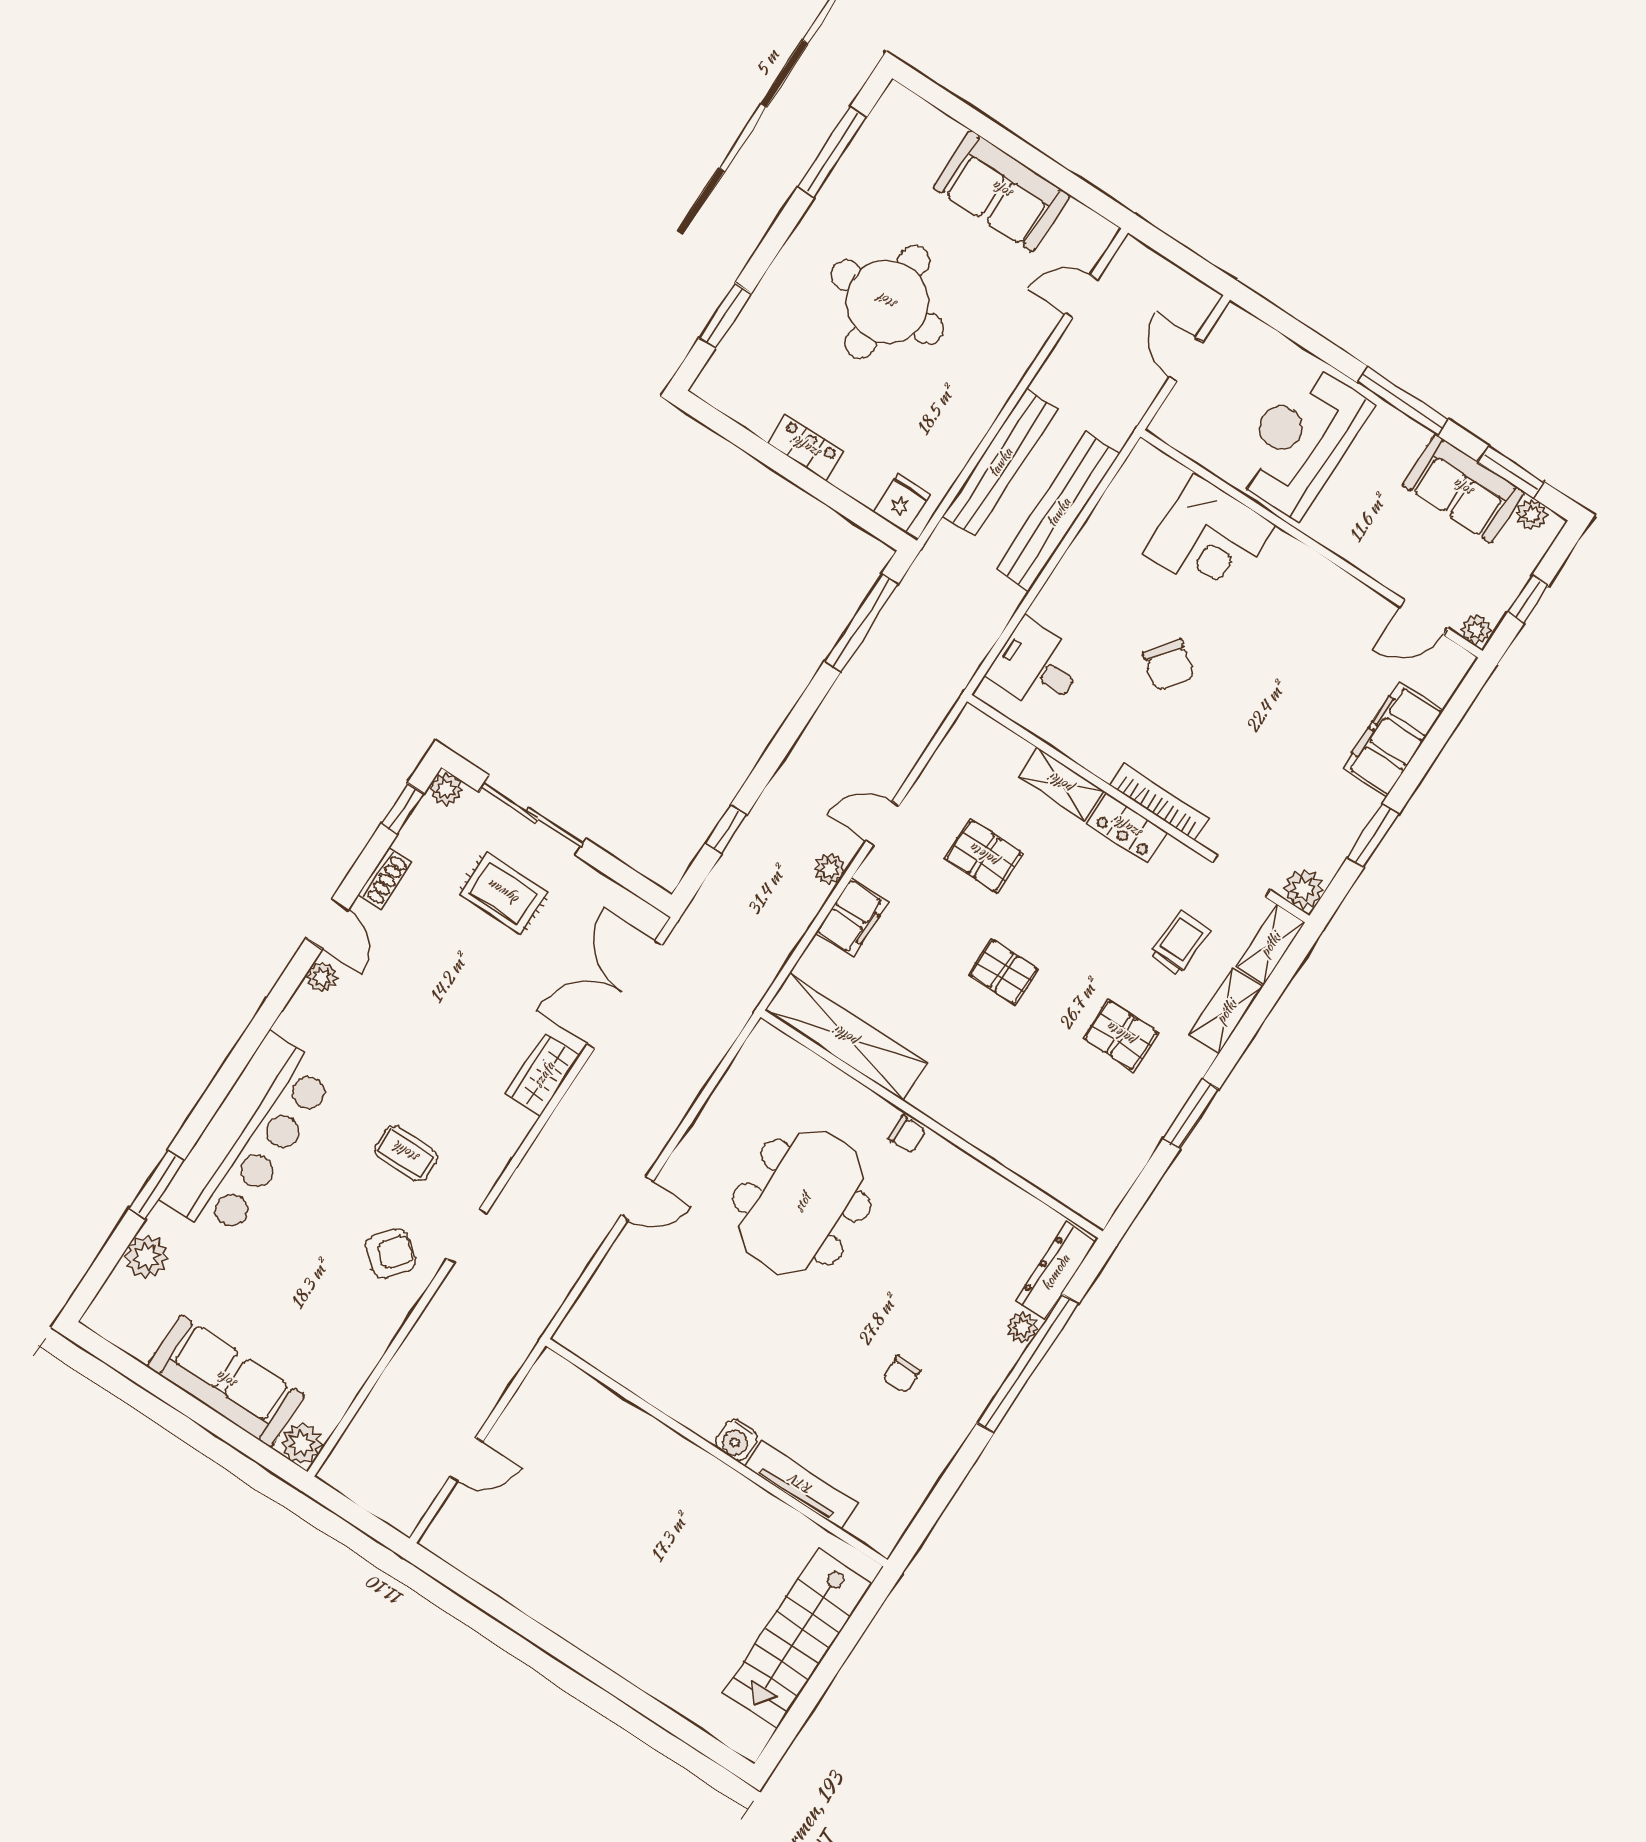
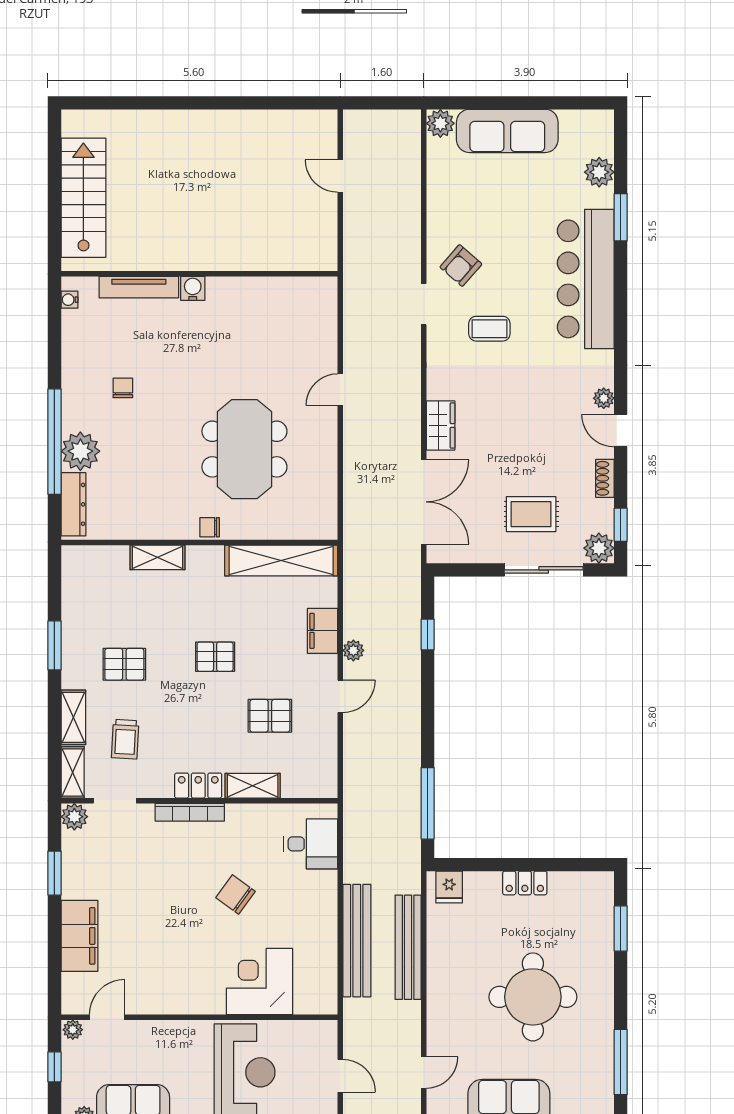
plant: (446, 789) -> (599, 548), width x1.38, depth x1.38
shelving: (995, 1139) -> (157, 557), added
plant: (1022, 1327) -> (80, 451), width x1.87, depth x1.87
door: (466, 1460) -> (340, 176), hinge flipped
water cooler: (896, 1525) -> (69, 300), added

